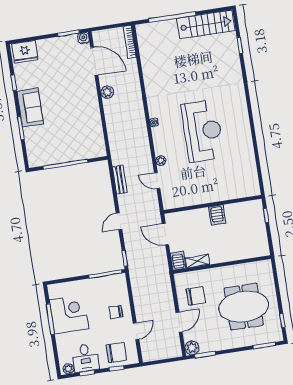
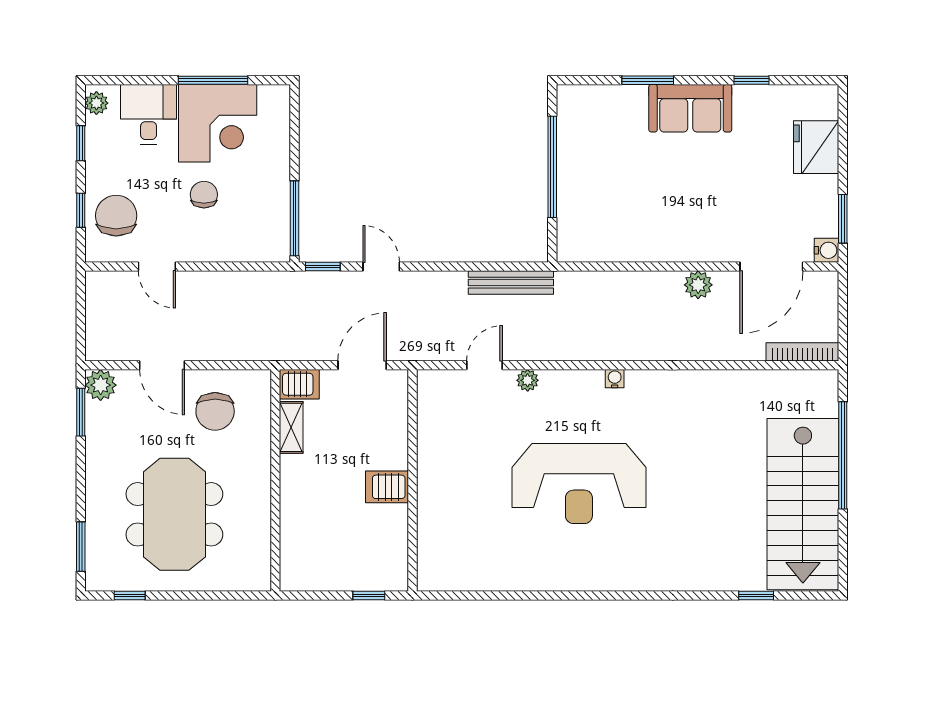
stairs: (206, 24) -> (803, 504), width x1.36, depth x1.51
fridge: (25, 52) -> (816, 147), moved
bench: (120, 180) -> (511, 283), width x1.36
door: (119, 221) -> (381, 267), moved
chair: (116, 312) -> (204, 195), moved
chair: (116, 352) -> (116, 216), turned 180
desk: (85, 358) -> (149, 114), moved, turned 90

